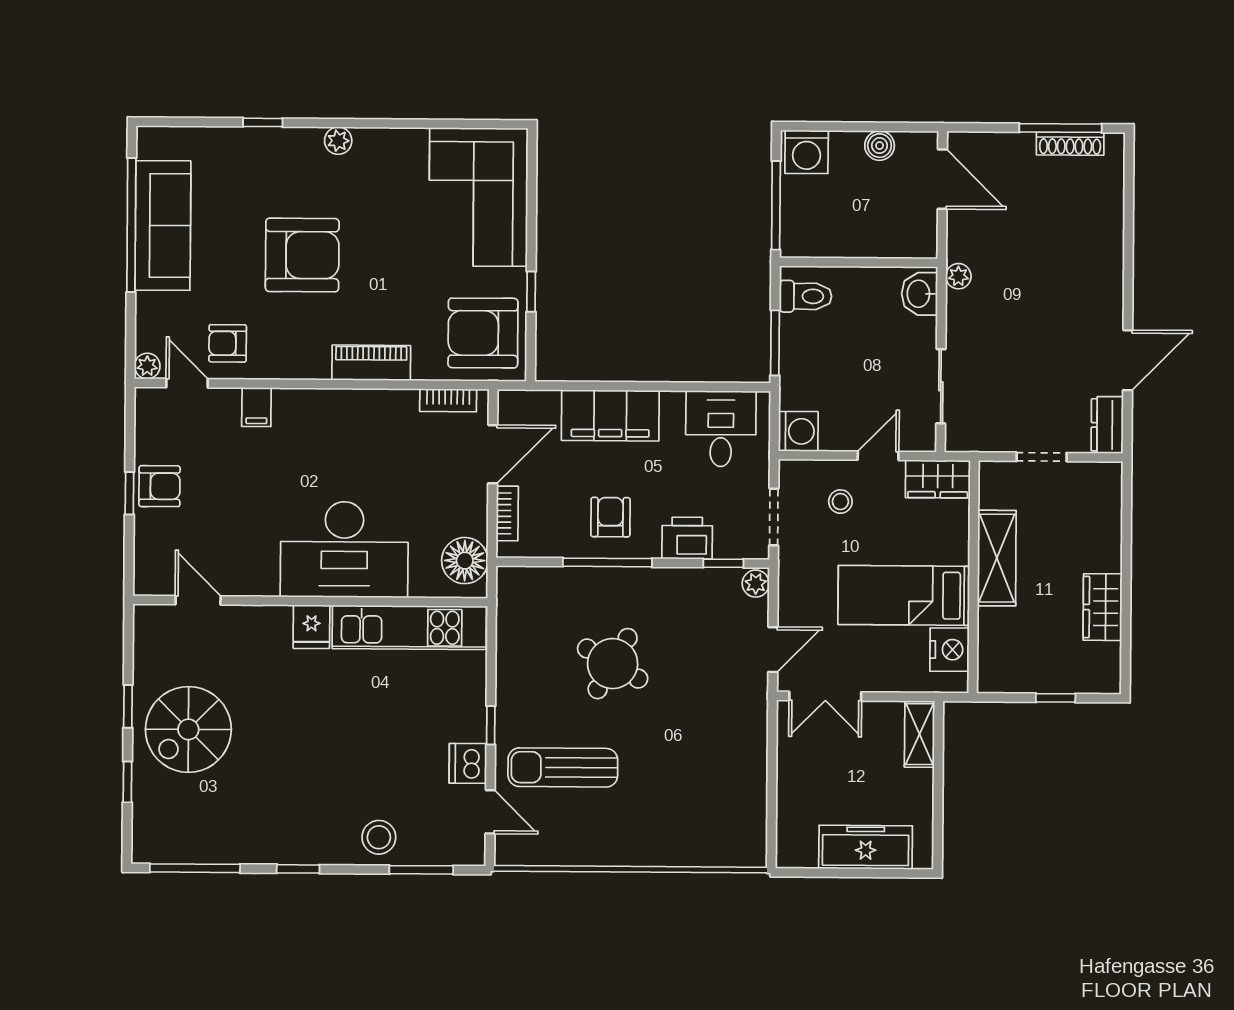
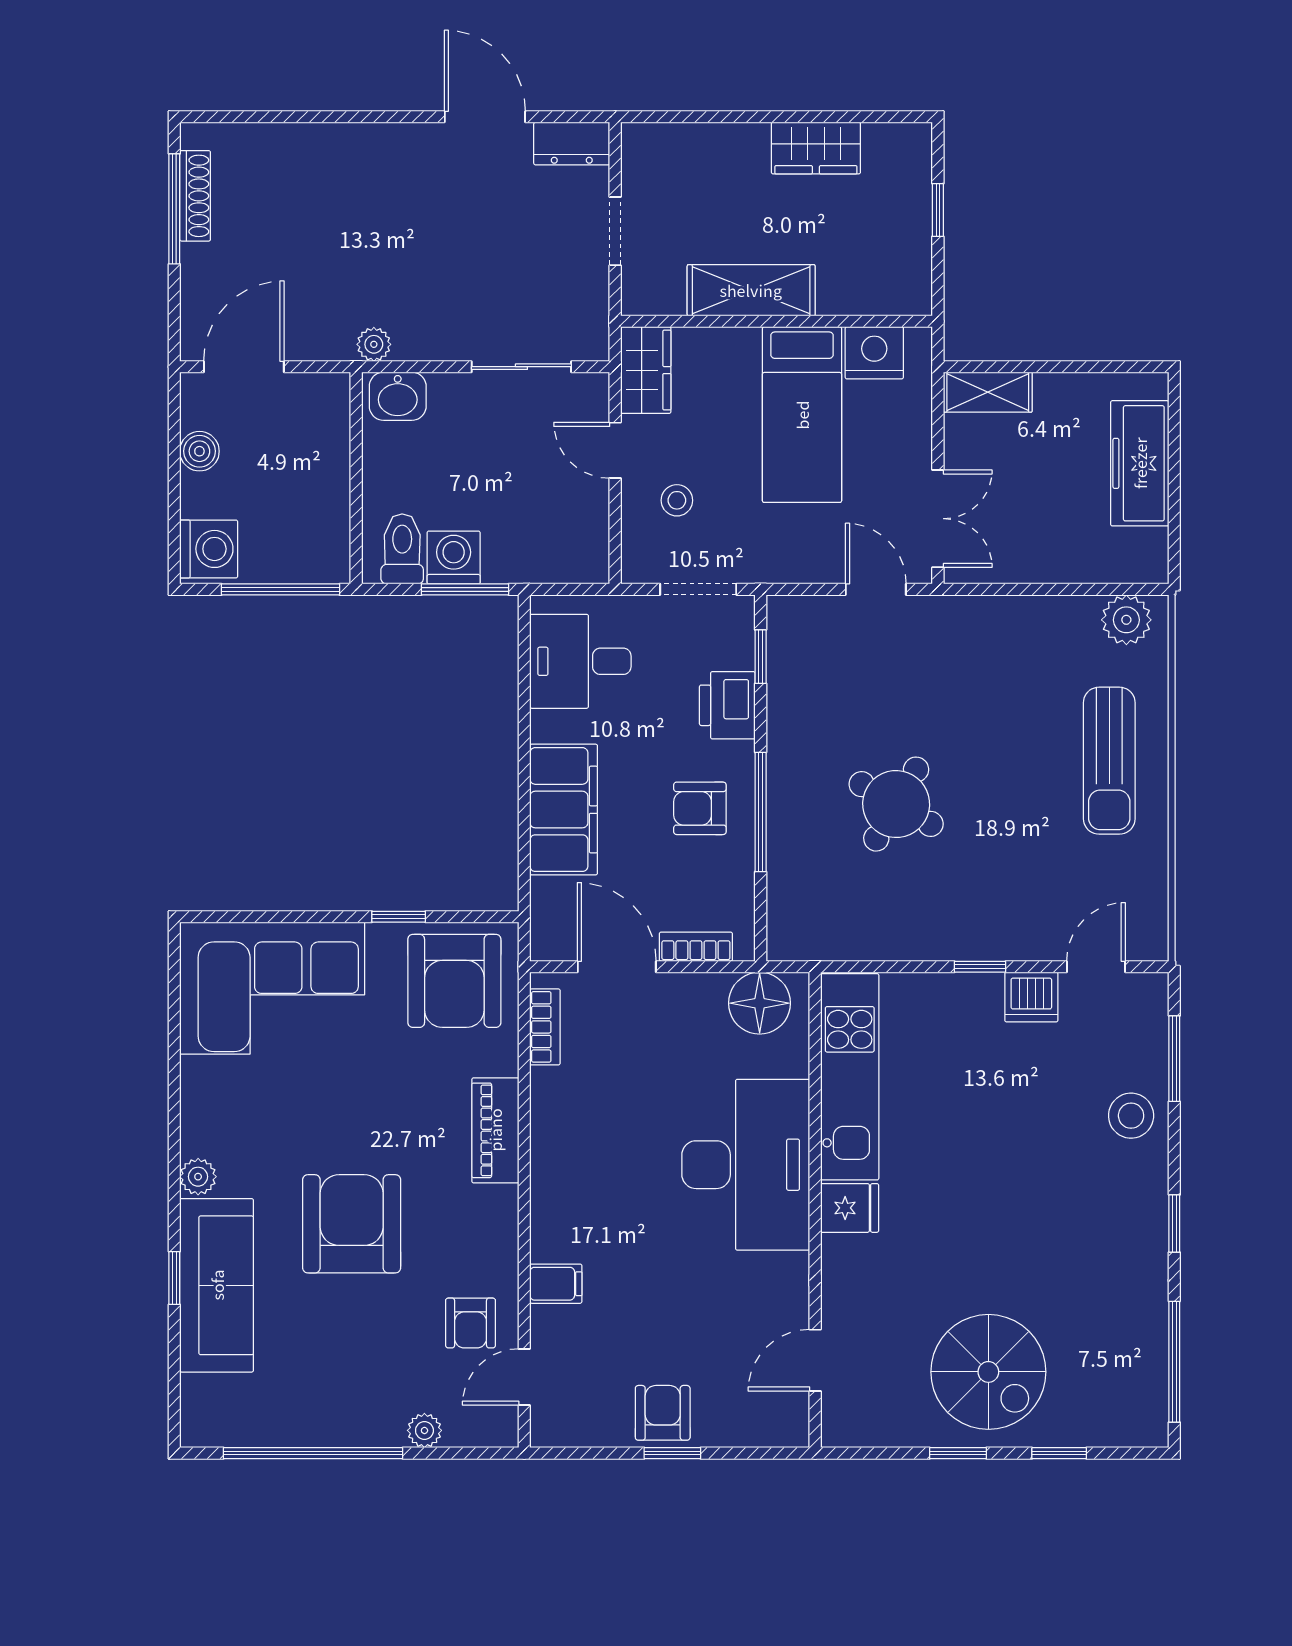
sofa: (163, 225) -> (217, 1285), moved, turned 90
plant: (147, 366) -> (424, 1430), moved
washing machine: (798, 431) -> (454, 558), moved
plant: (756, 584) -> (1126, 620), moved, width x1.38, depth x1.38
sun lounger: (563, 767) -> (1109, 761), moved

